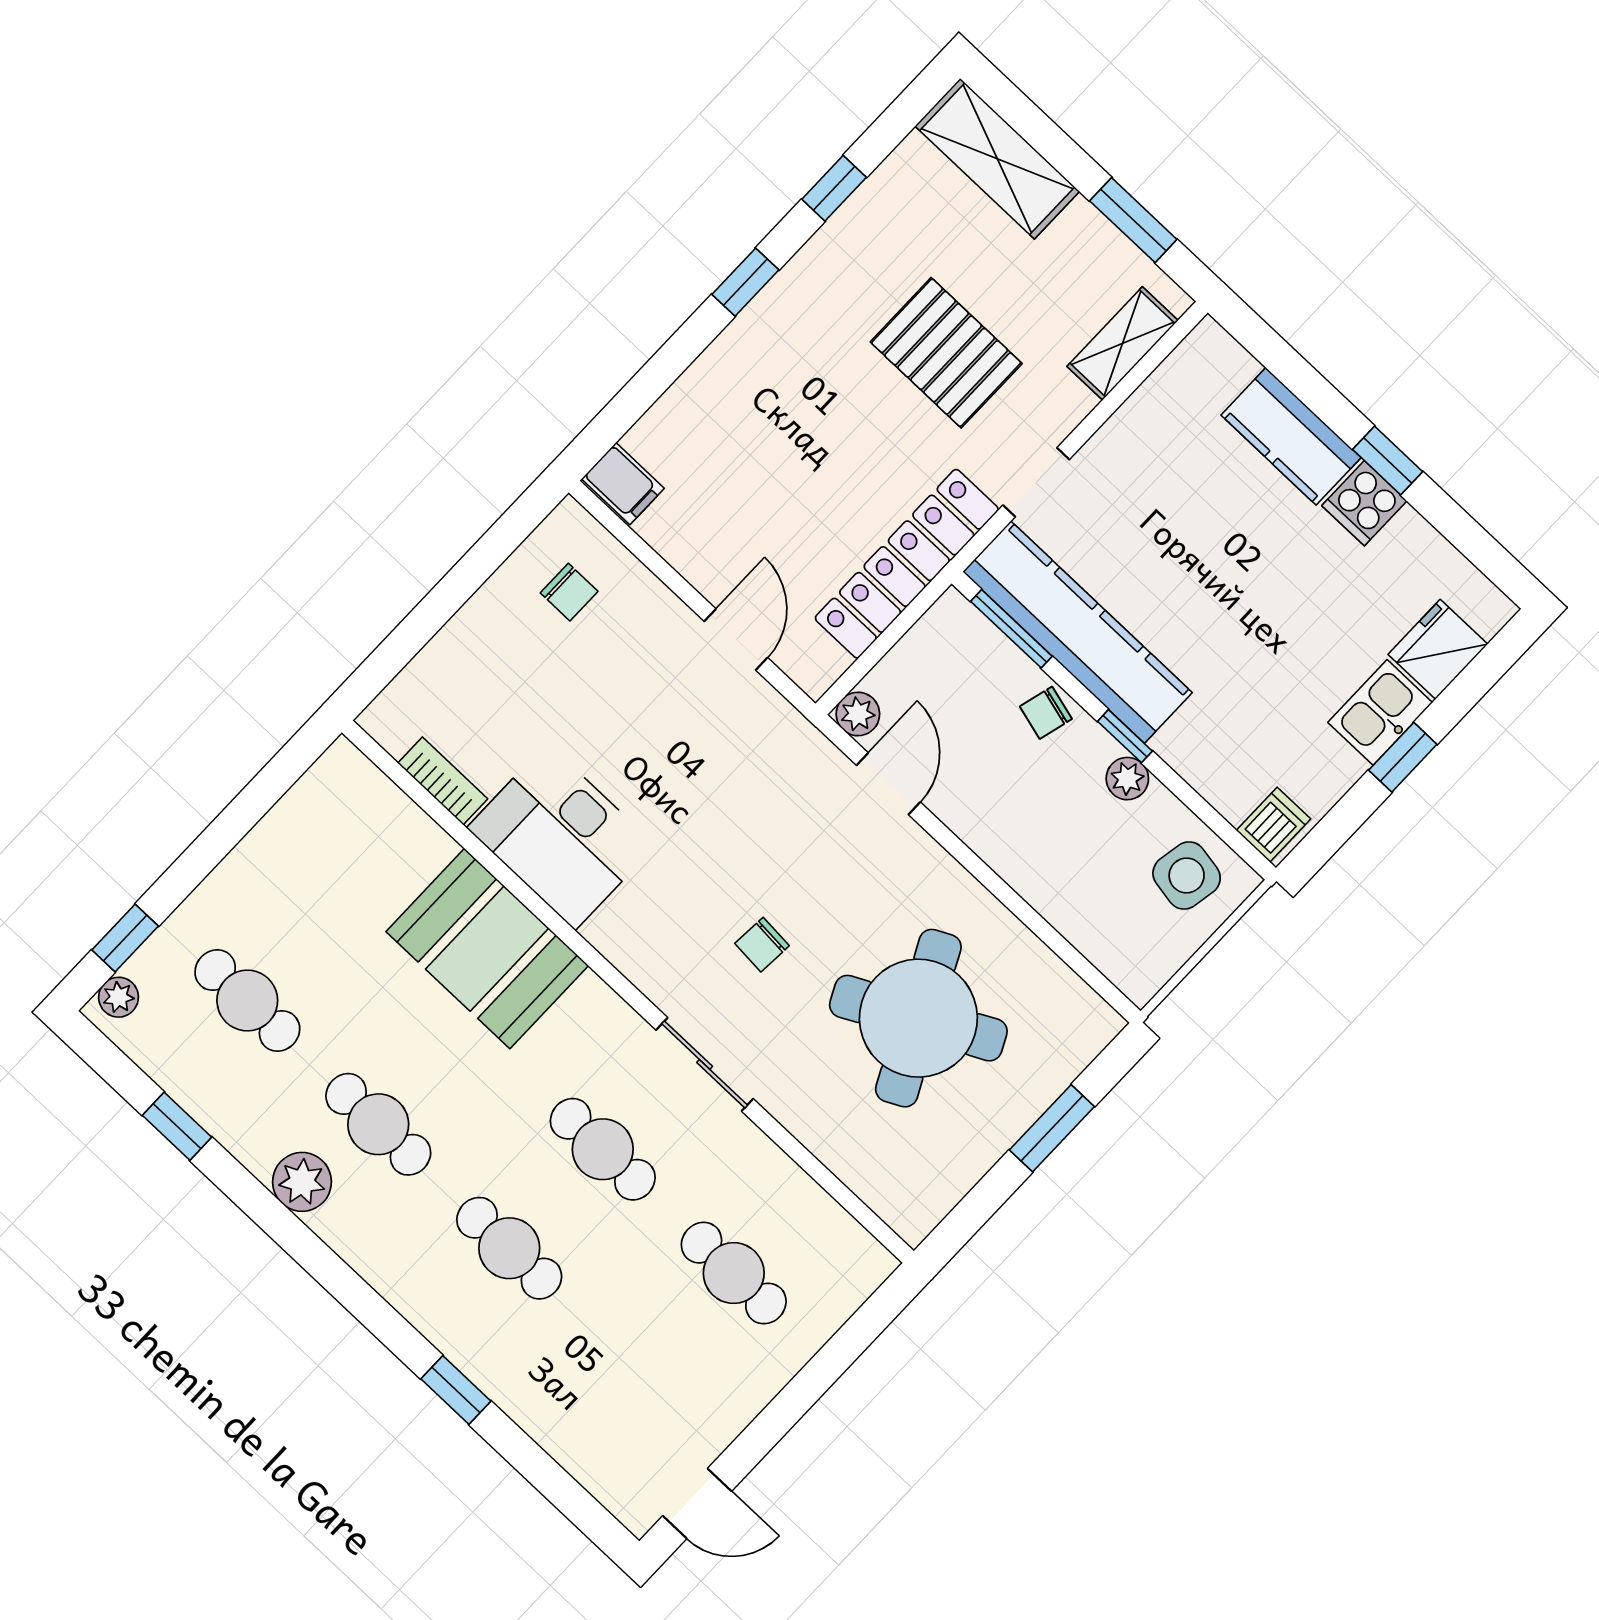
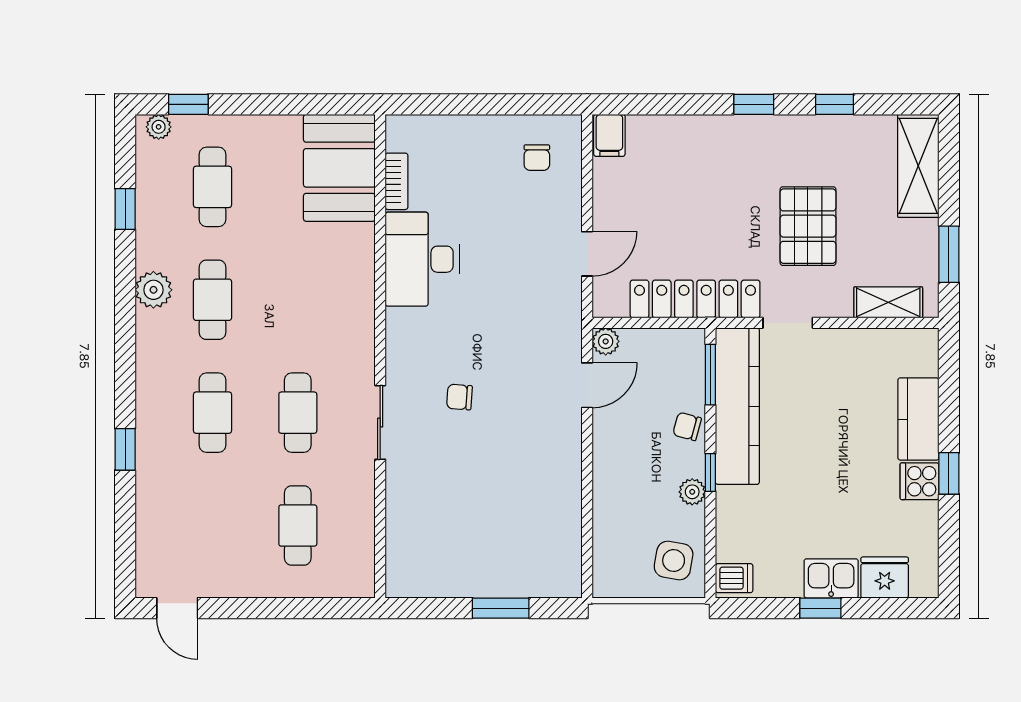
booth: (487, 949) -> (339, 168), moved
round table: (918, 1018) -> (493, 500), removed

